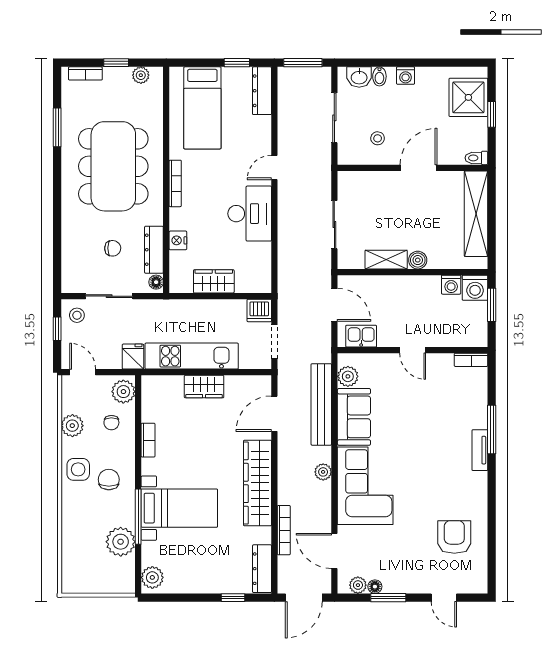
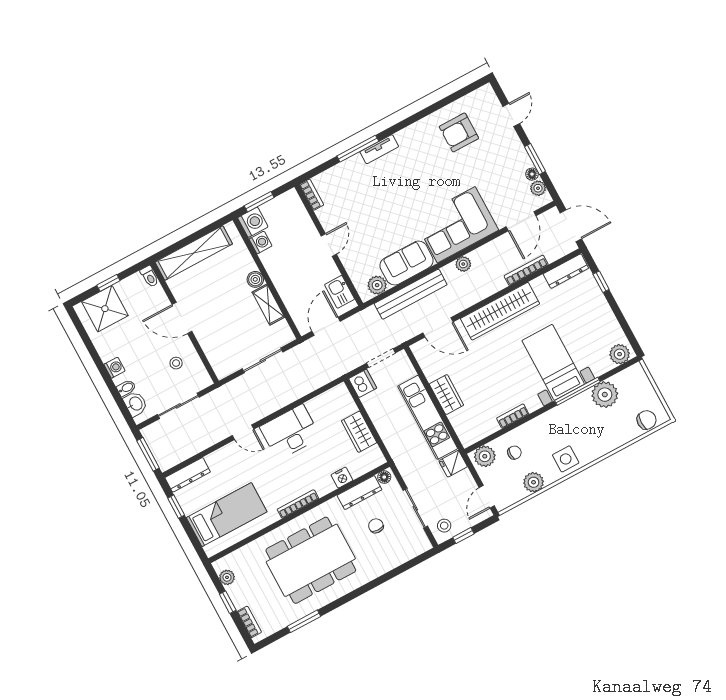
chair: (109, 480) -> (647, 420), moved, turned 180

